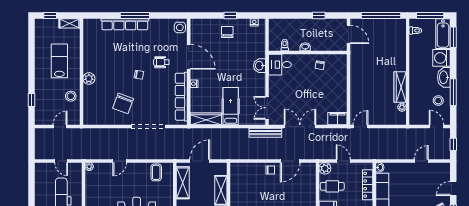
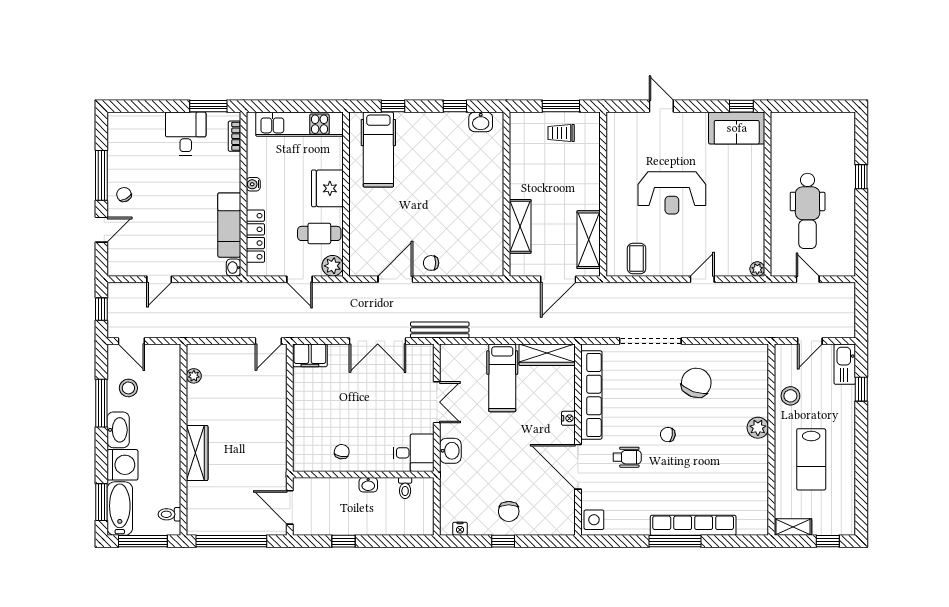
wardrobe: (400, 87) -> (197, 453), moved
double door: (267, 108) -> (437, 402), moved
kitchen sink: (41, 114) -> (845, 364), added

